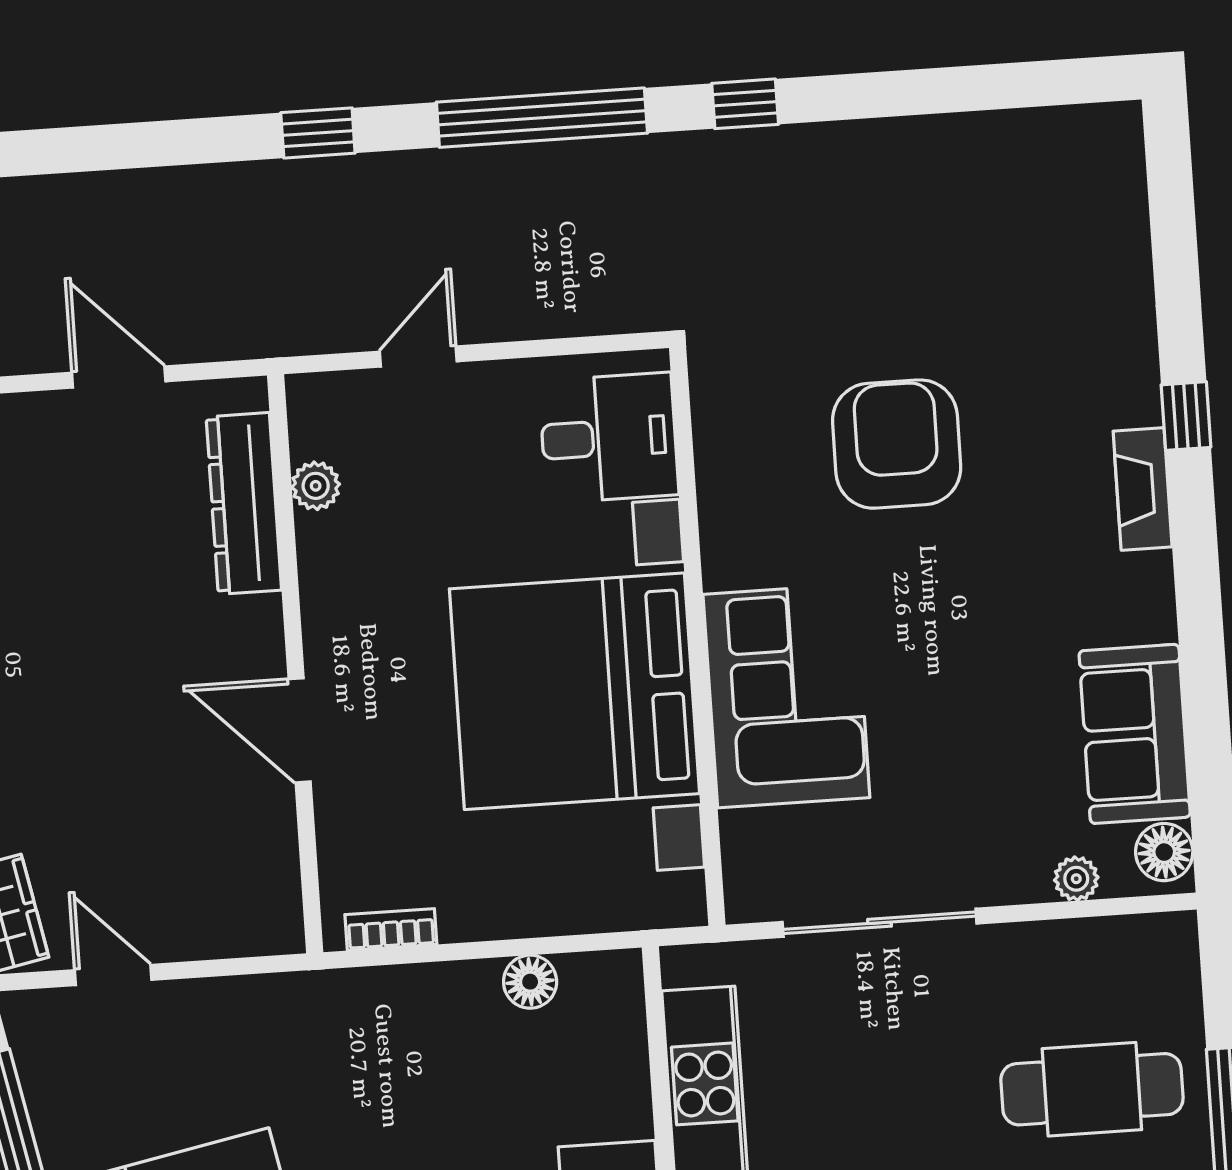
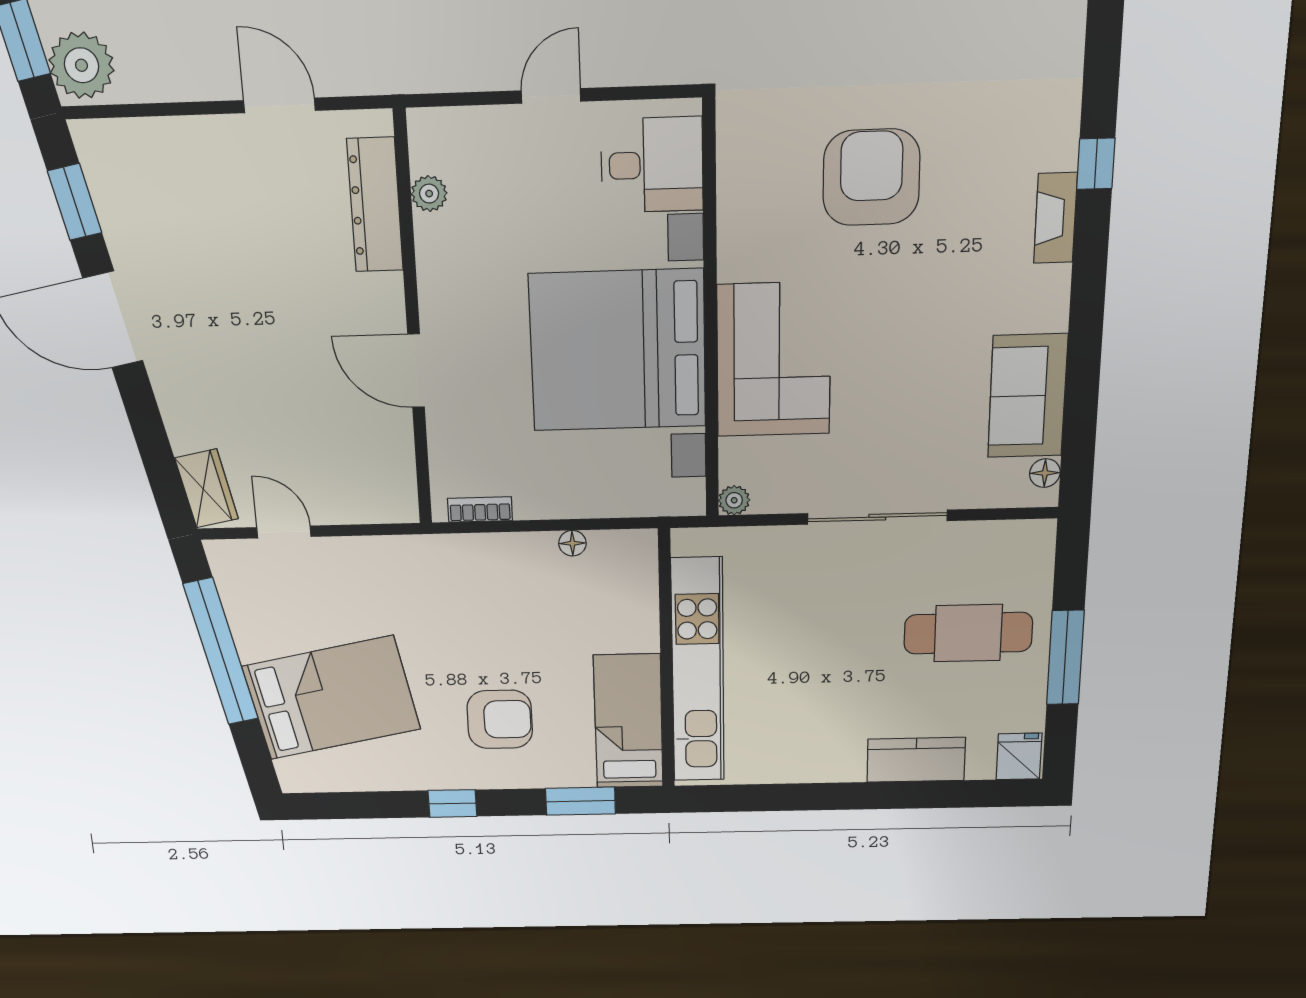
door: (418, 357) -> (551, 96), moved
floor lamp: (1164, 852) -> (1045, 473), width x0.73, depth x0.73
plant: (1076, 879) -> (734, 500), moved
sliding door: (880, 923) -> (877, 517), moved
floor lamp: (530, 982) -> (572, 543), width x0.73, depth x0.73

